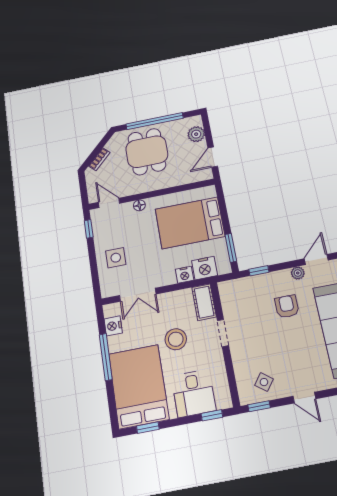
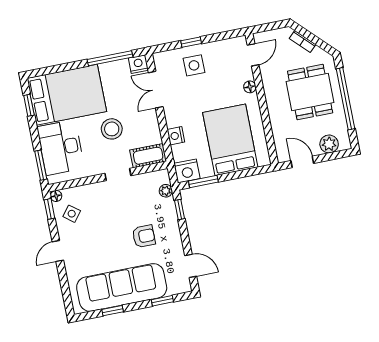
dining table: (147, 152) -> (310, 92), turned 90
window: (89, 229) -> (191, 42), moved
nightstand: (205, 268) -> (187, 171), moved, turned -90
plant: (298, 273) -> (166, 191), moved
nightstand: (113, 326) -> (138, 64), moved
window: (106, 357) -> (110, 58), moved
desk: (194, 393) -> (61, 147), width x1.37
floor lamp: (245, 399) -> (56, 196), added
window: (212, 415) -> (41, 165), width x1.50

